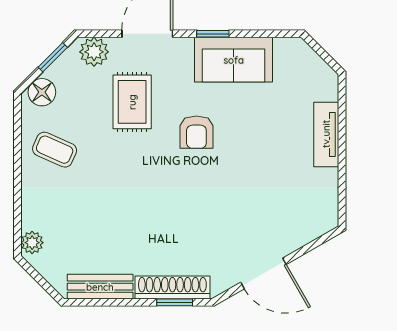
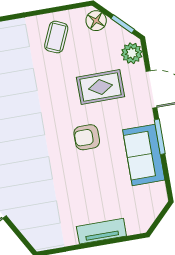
window: (213, 34) -> (160, 137), width x1.50

